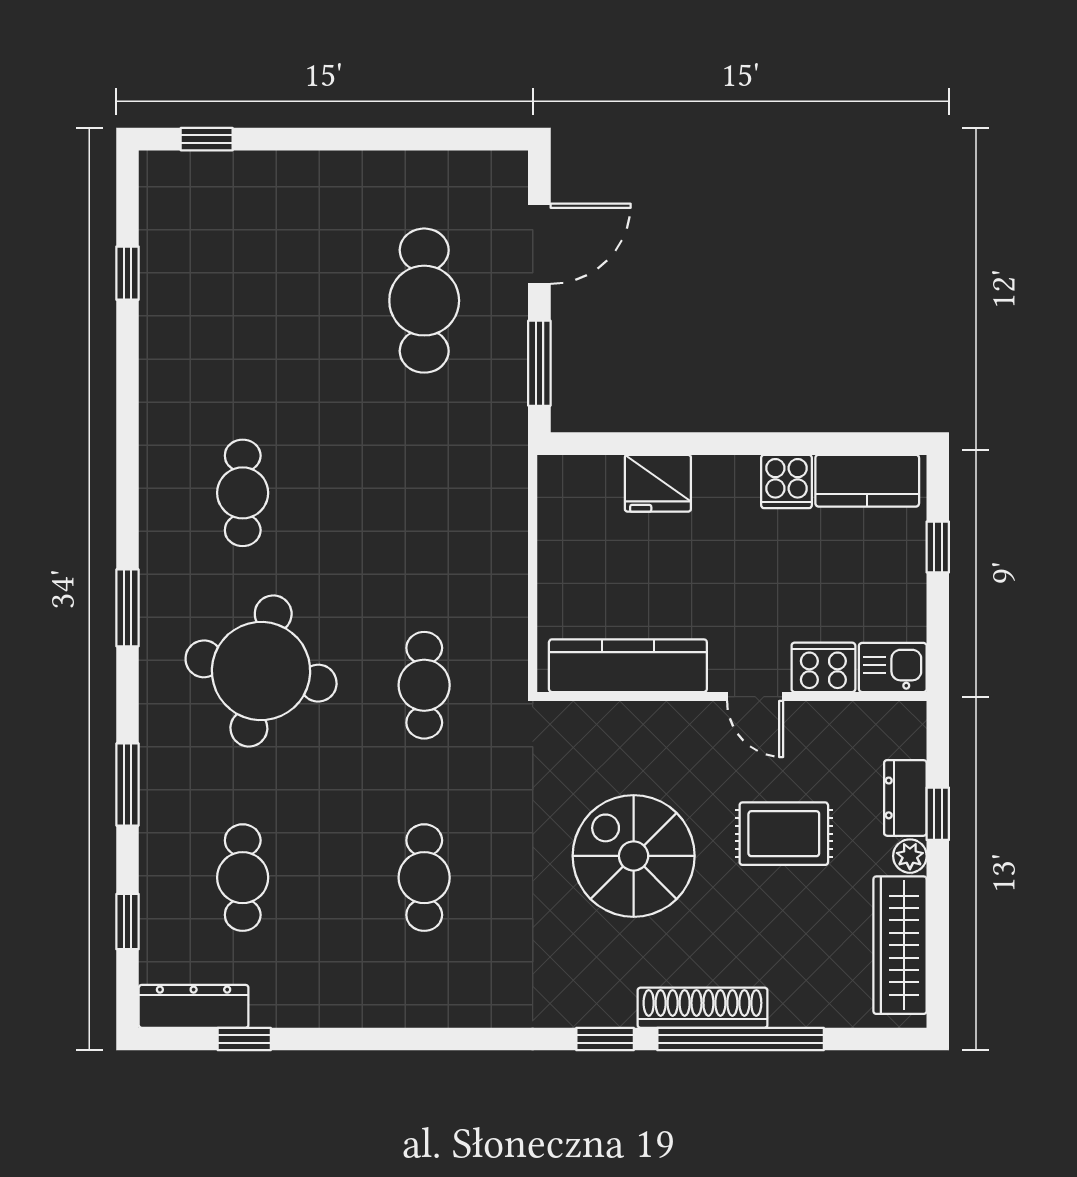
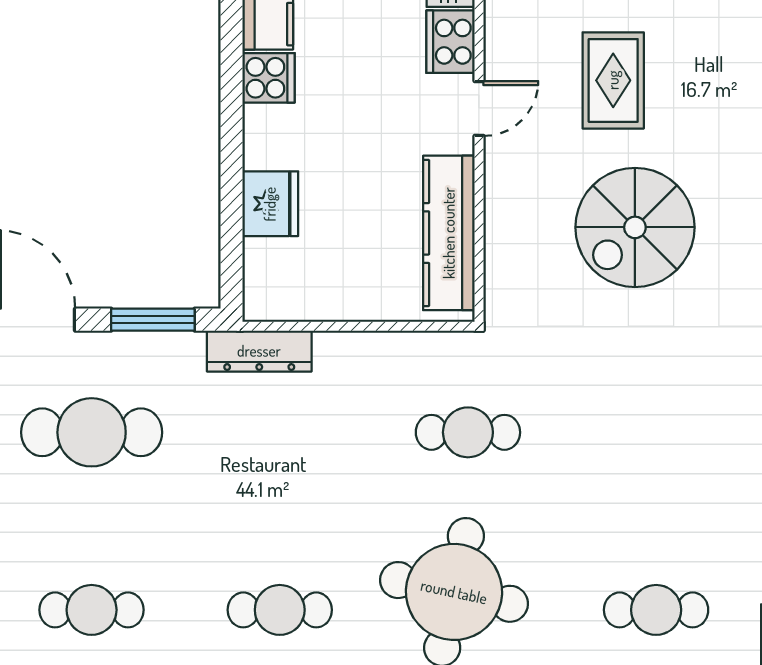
dresser: (507, 472) -> (259, 351), added
cafe table: (424, 878) -> (92, 610), moved

